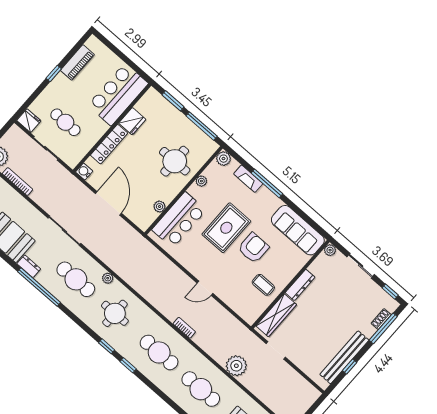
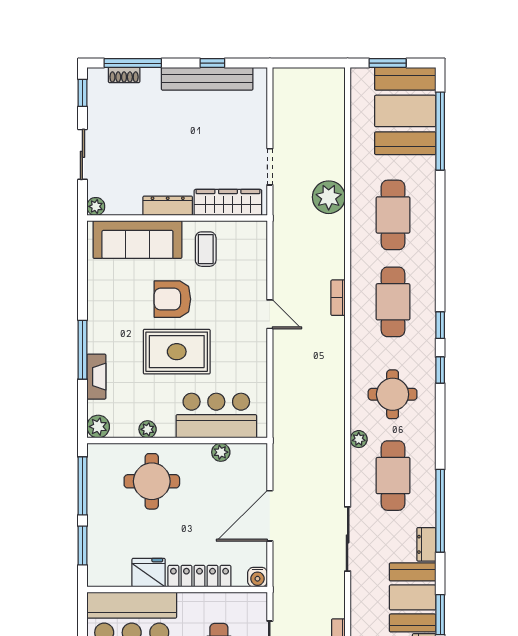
sofa: (298, 230) -> (137, 240), moved, turned 90

